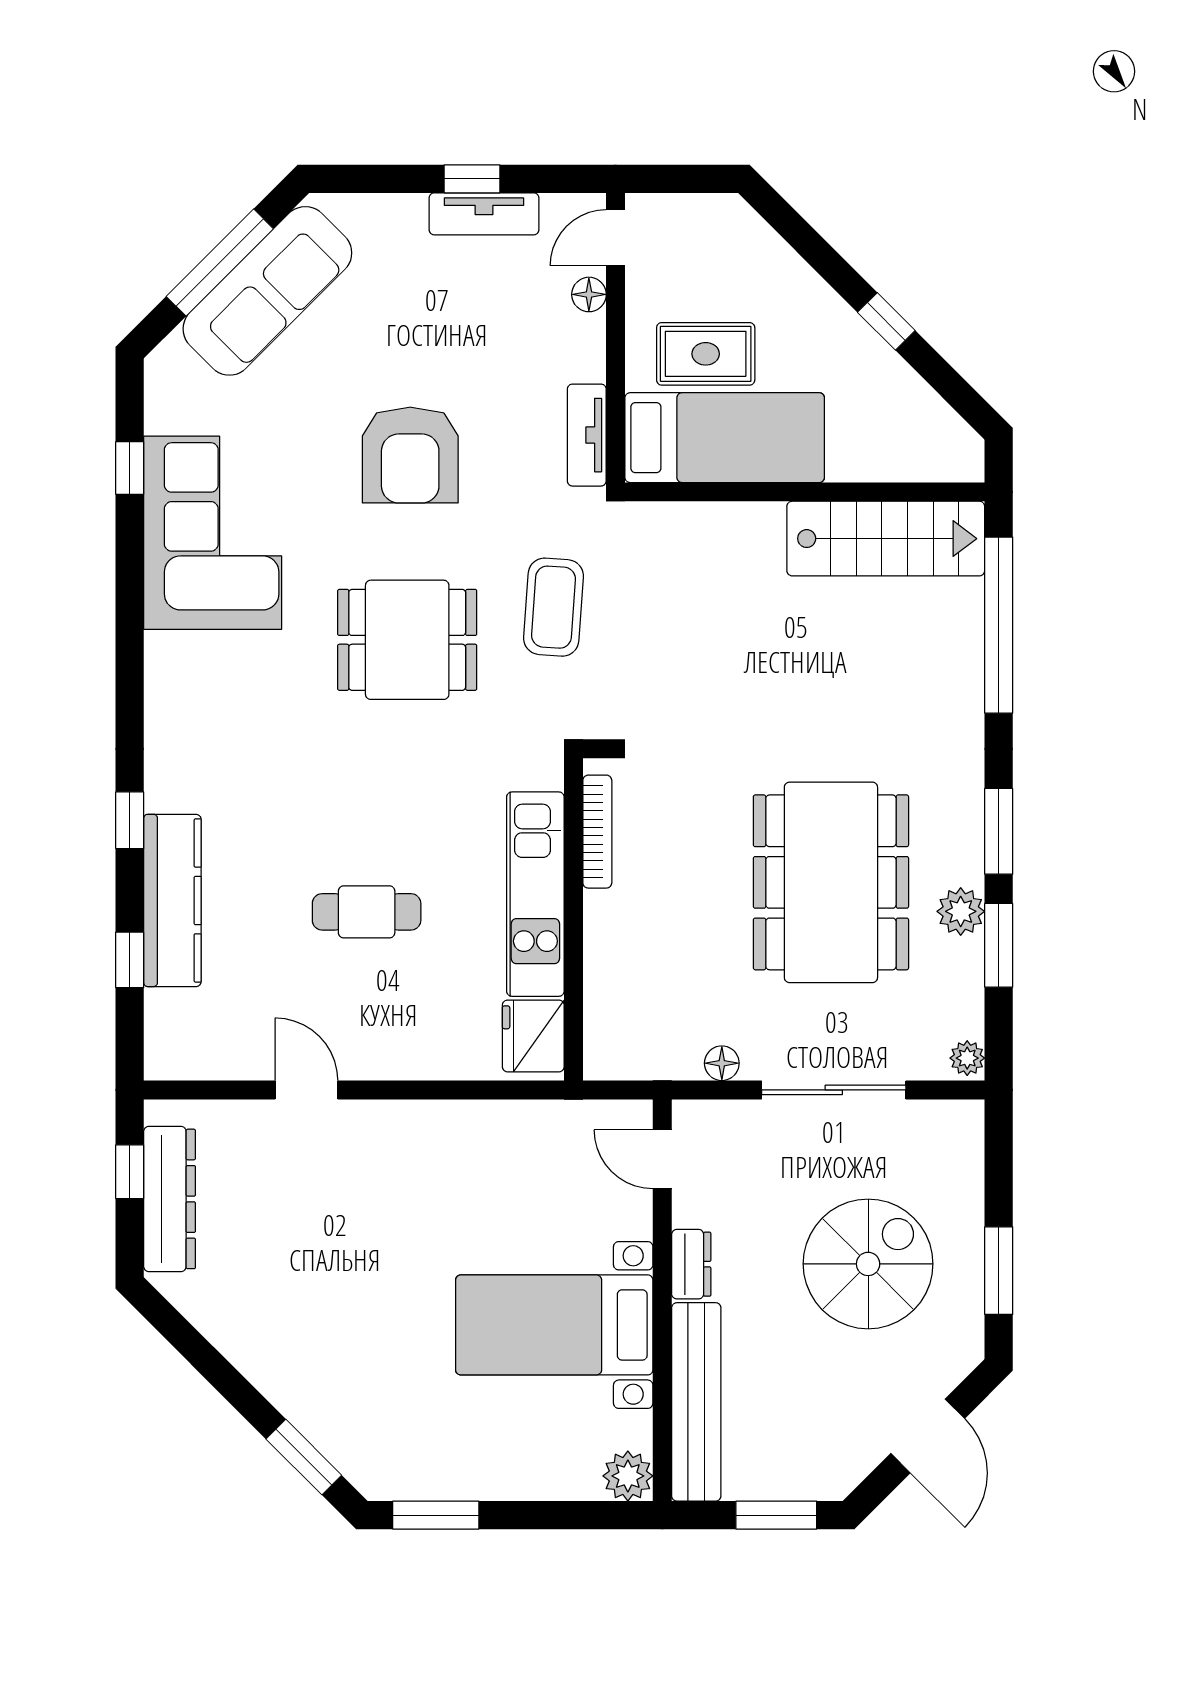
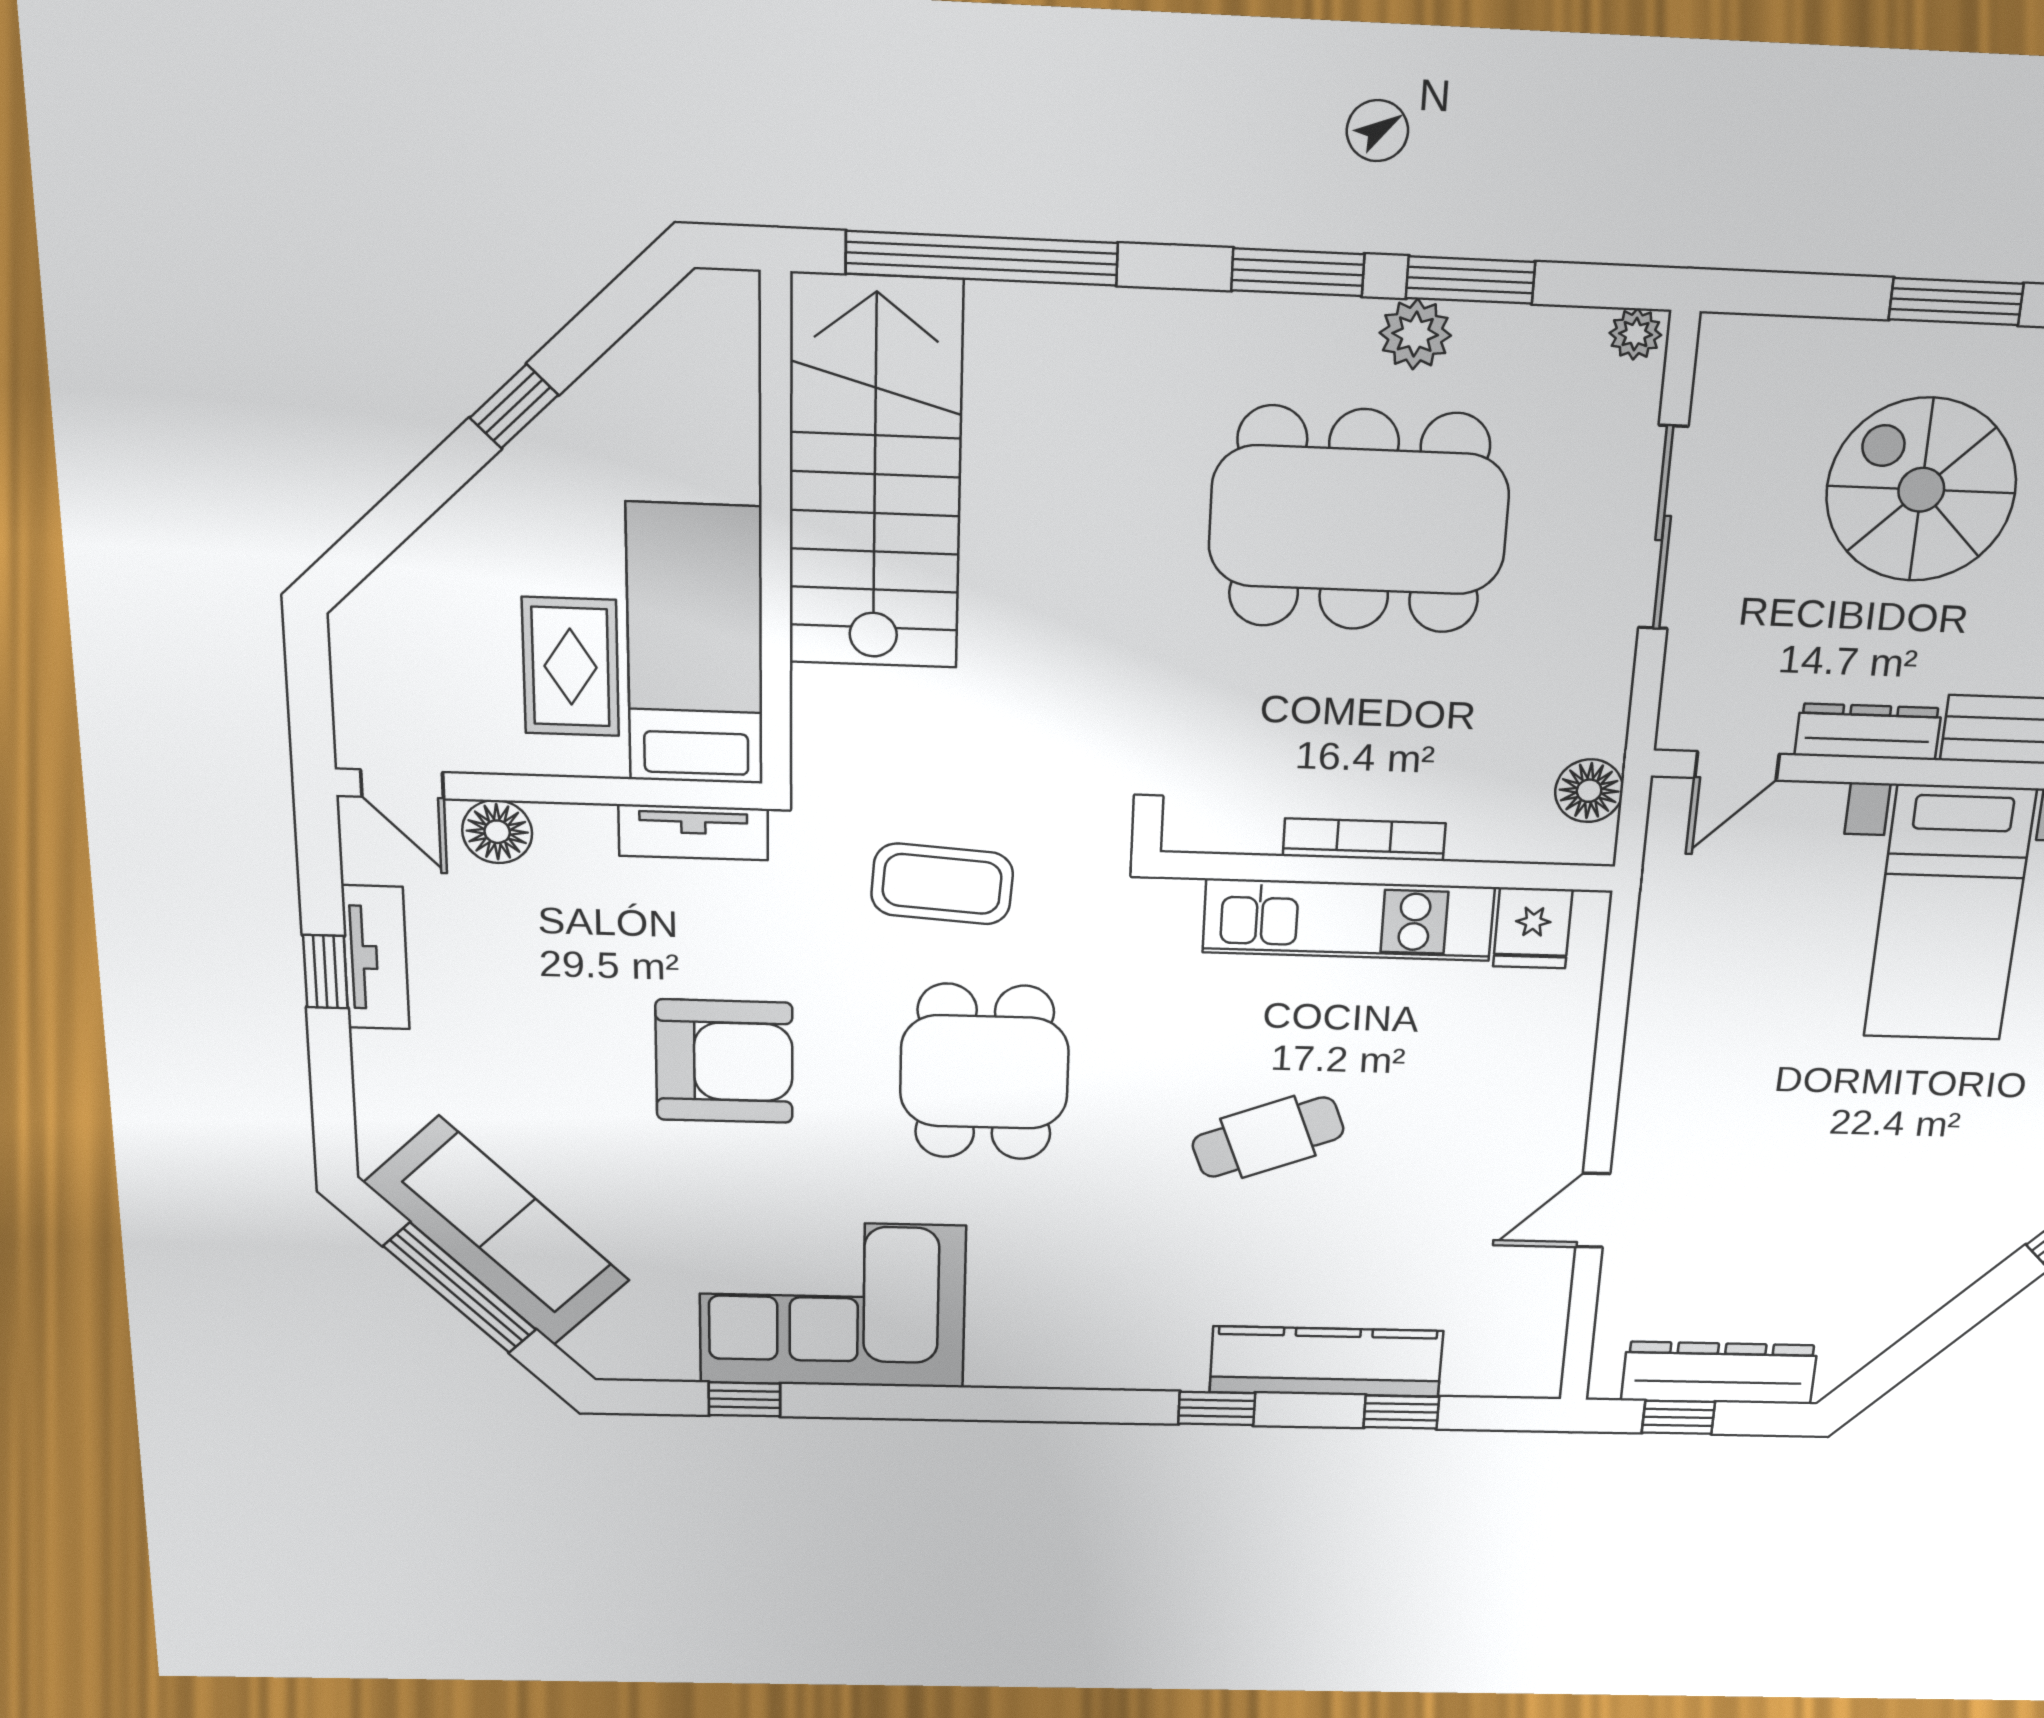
floor lamp: (589, 294) -> (497, 832), width x1.37, depth x1.37
stairs: (886, 539) -> (875, 474), width x1.36, depth x1.51
bookcase: (597, 832) -> (1364, 840), moved
cafe table: (367, 912) -> (1268, 1137), moved, turned 69
fridge: (533, 1036) -> (1533, 928), width x0.72
floor lamp: (722, 1063) -> (1589, 791), moved, width x1.37, depth x1.37
dresser: (691, 1264) -> (1868, 732), width x1.44

